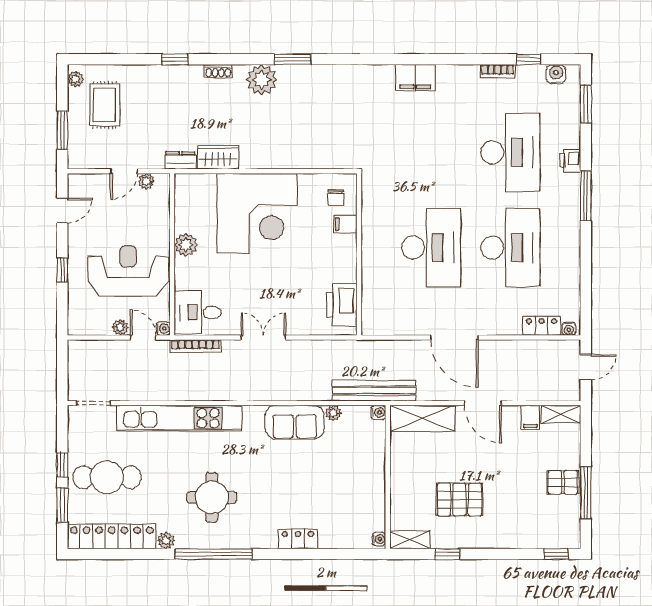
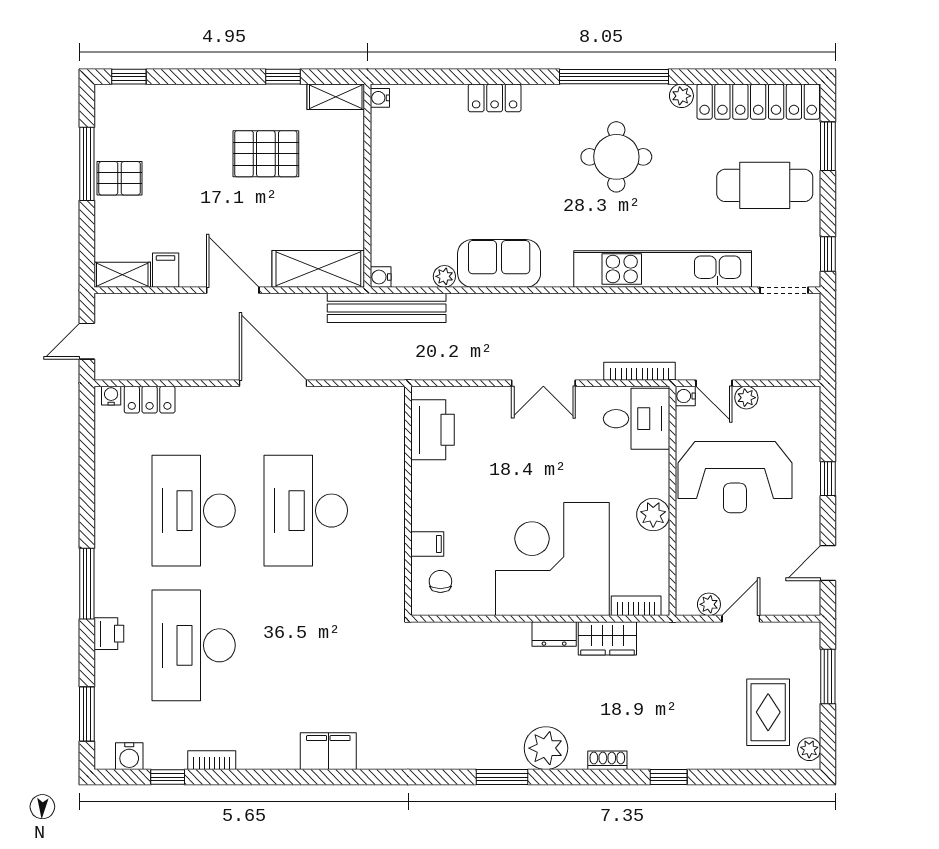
dresser: (180, 160) -> (554, 634), moved
bookcase: (198, 180) -> (636, 606), added
window: (62, 465) -> (828, 254), moved

